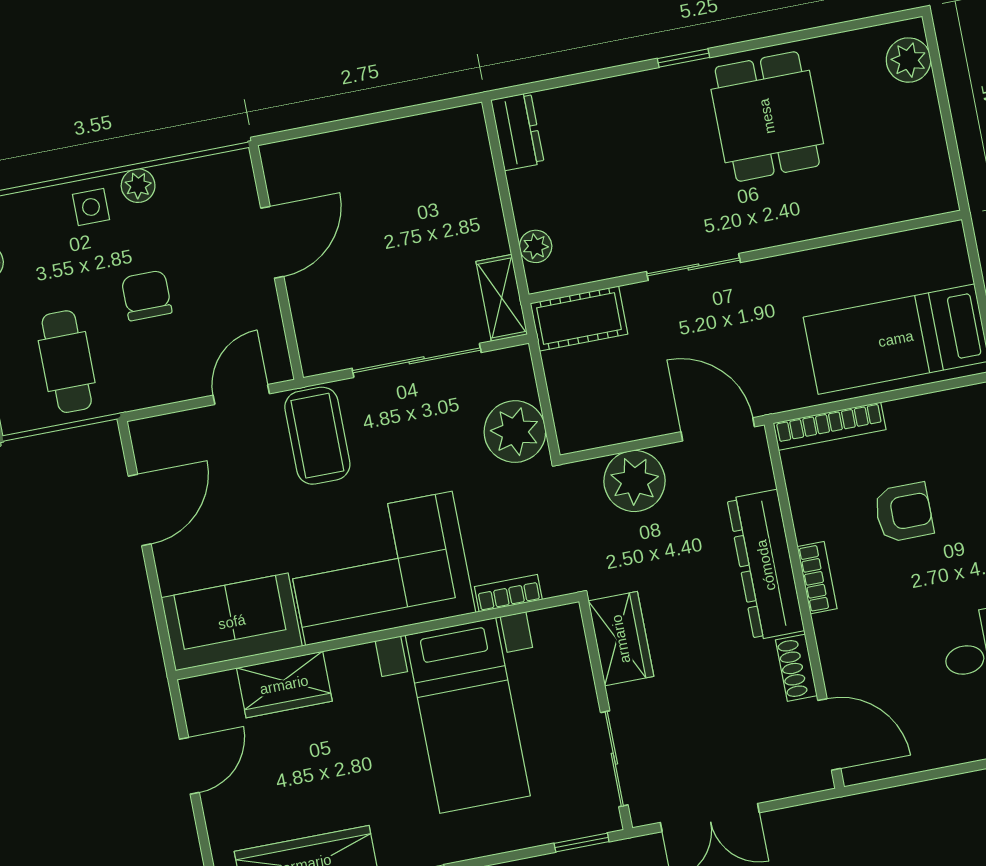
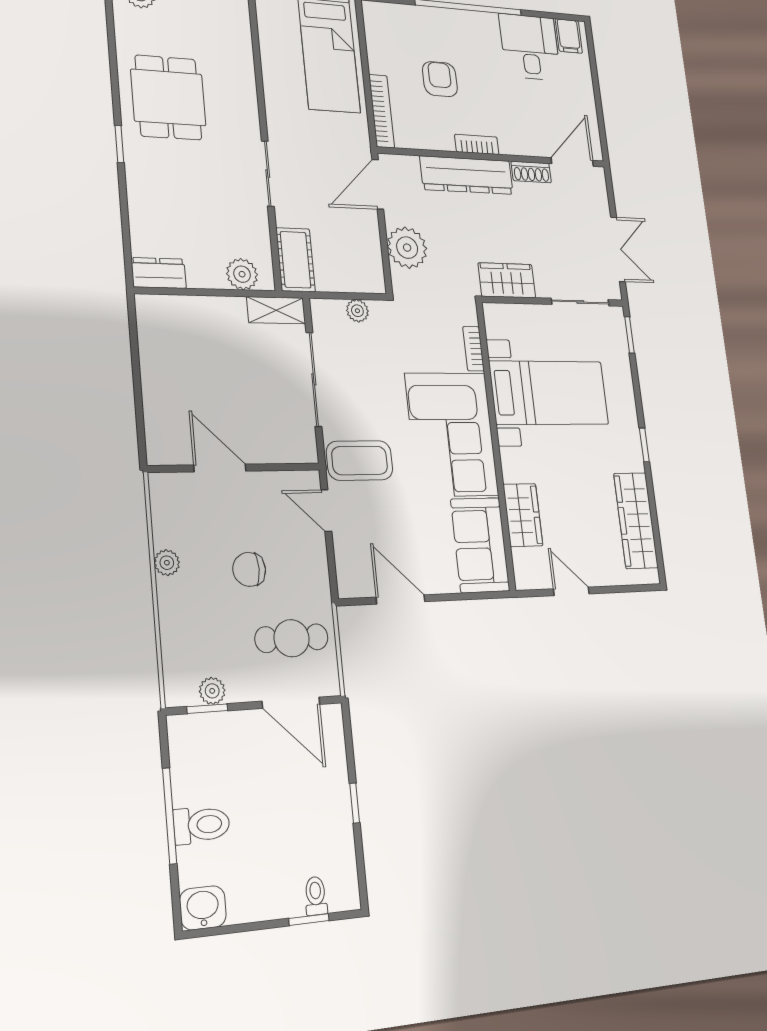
dining table: (767, 116) -> (168, 98), turned 90
side table: (91, 207) -> (179, 602), removed
plant: (536, 246) -> (242, 274), width x1.38, depth x1.38
plant: (515, 432) -> (357, 311), width x0.53, depth x0.53

